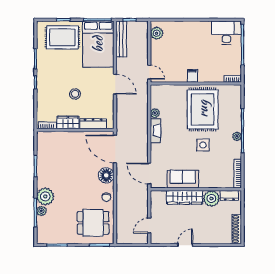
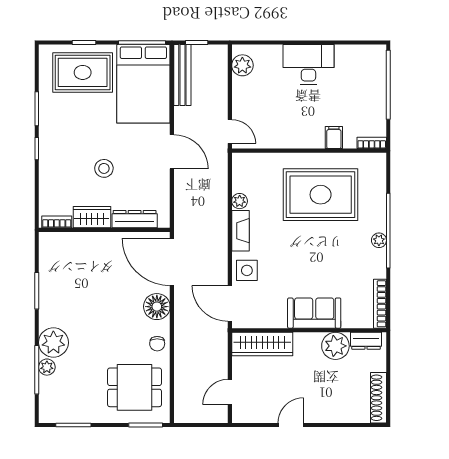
desk: (226, 33) -> (308, 64), moved
filing cabinet: (192, 76) -> (334, 138), moved
rug: (203, 109) -> (321, 195), turned 90
side table: (203, 145) -> (247, 270), moved
sofa: (183, 179) -> (314, 313), moved
wardrobe: (185, 197) -> (262, 344), moved

